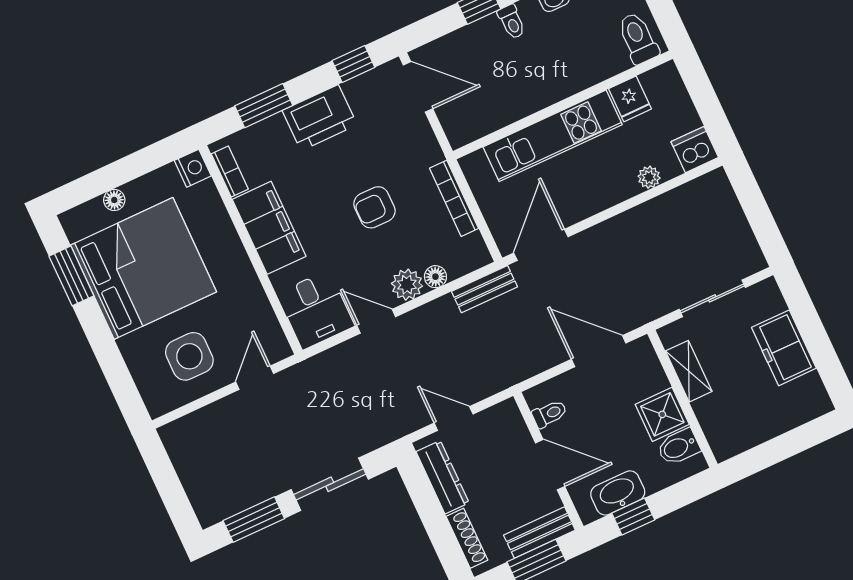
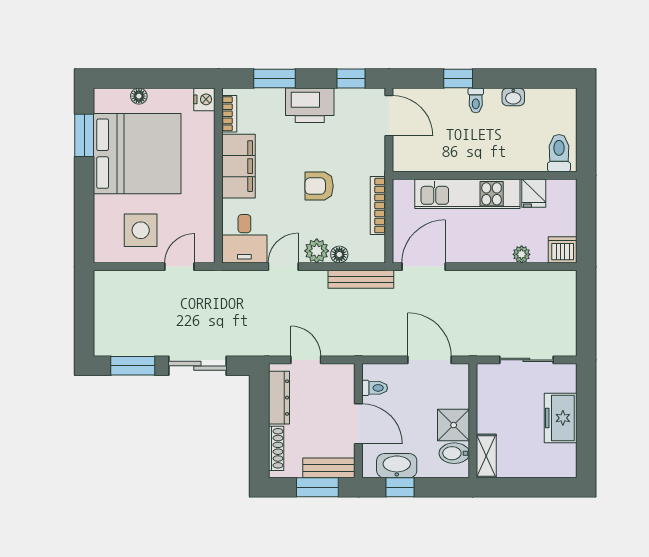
bench: (484, 289) -> (361, 279), width x1.36
door: (376, 321) -> (283, 267), hinge flipped
shelving: (689, 371) -> (486, 456), moved

